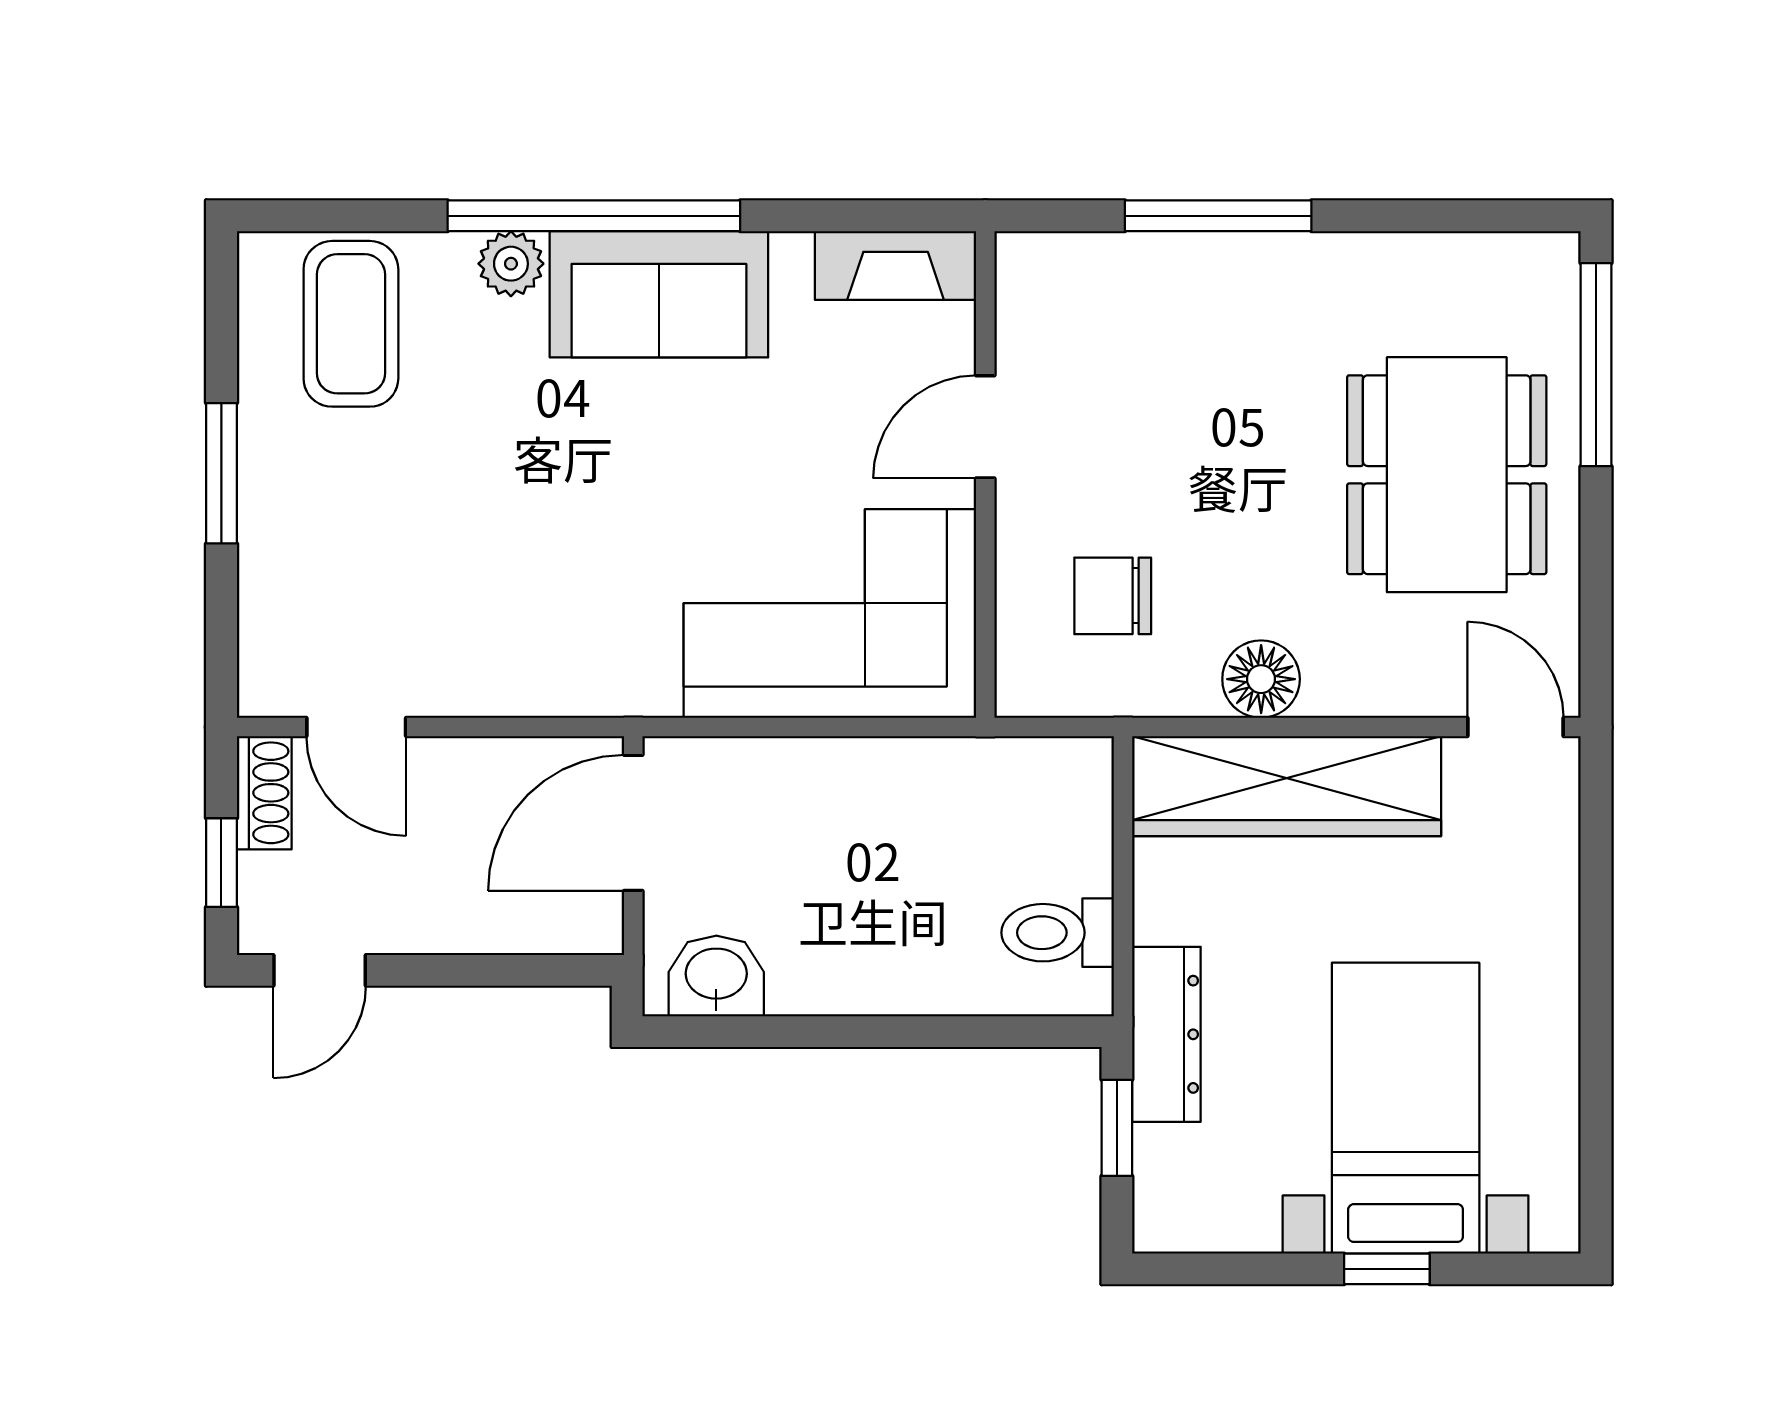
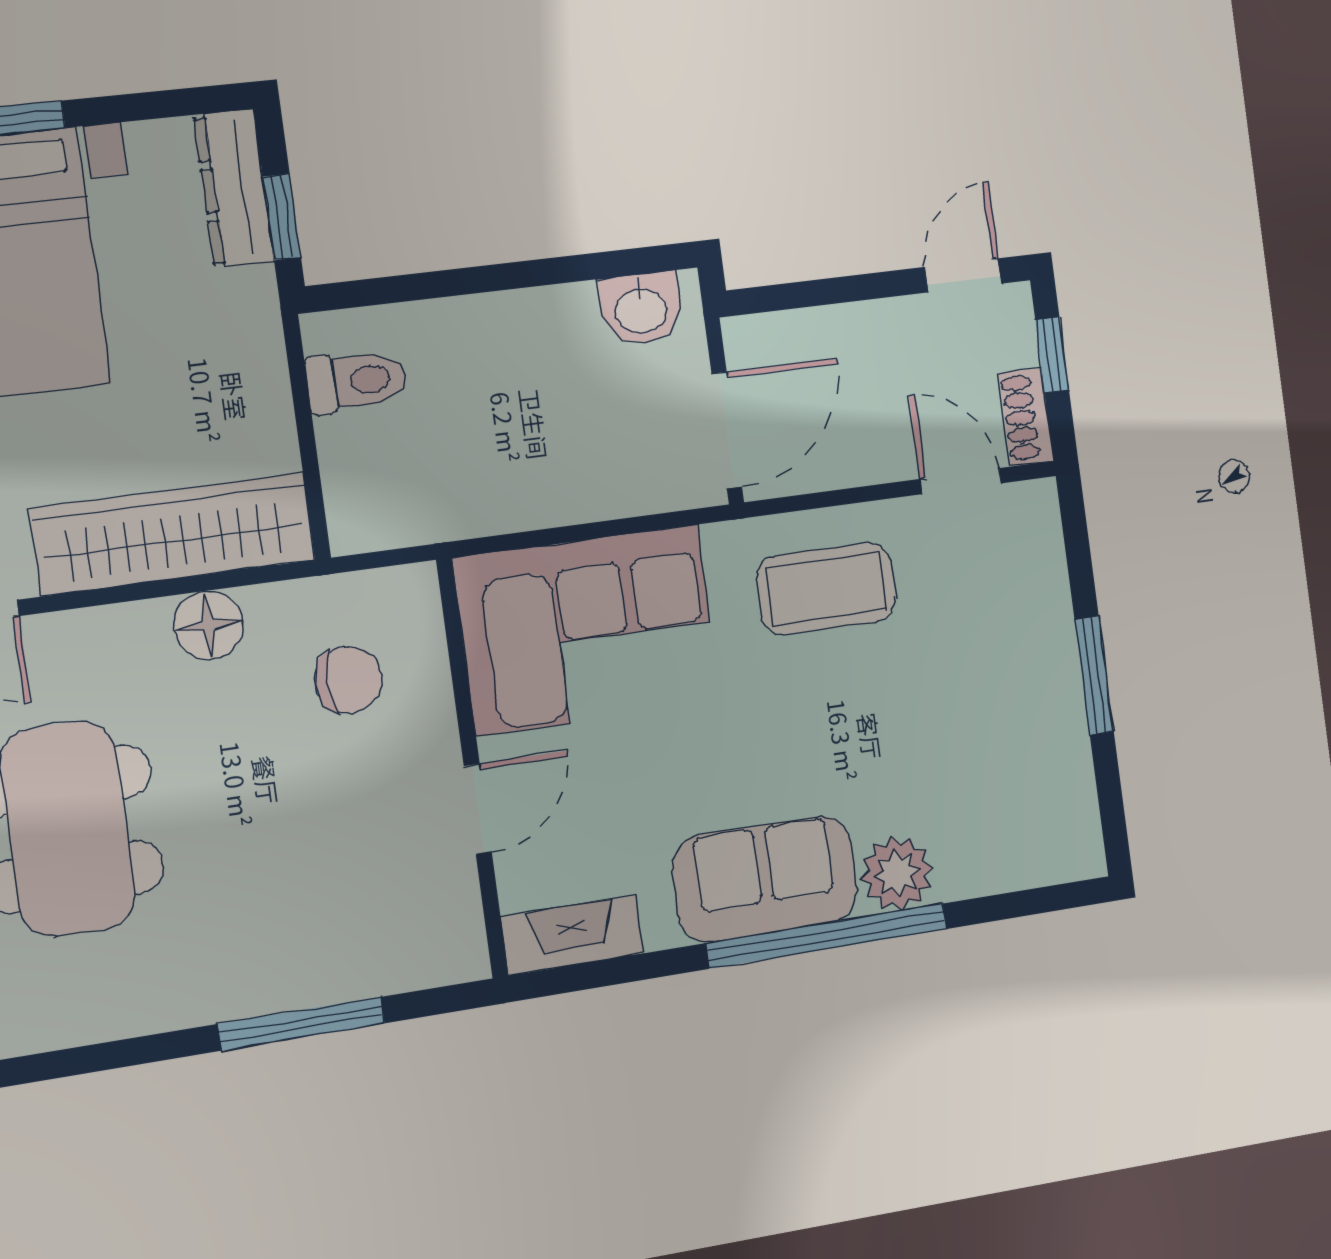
plant: (511, 264) -> (897, 873), width x1.38, depth x1.38
coffee table: (351, 324) -> (826, 589), moved, turned 90
dresser: (1166, 1034) -> (234, 188), moved

